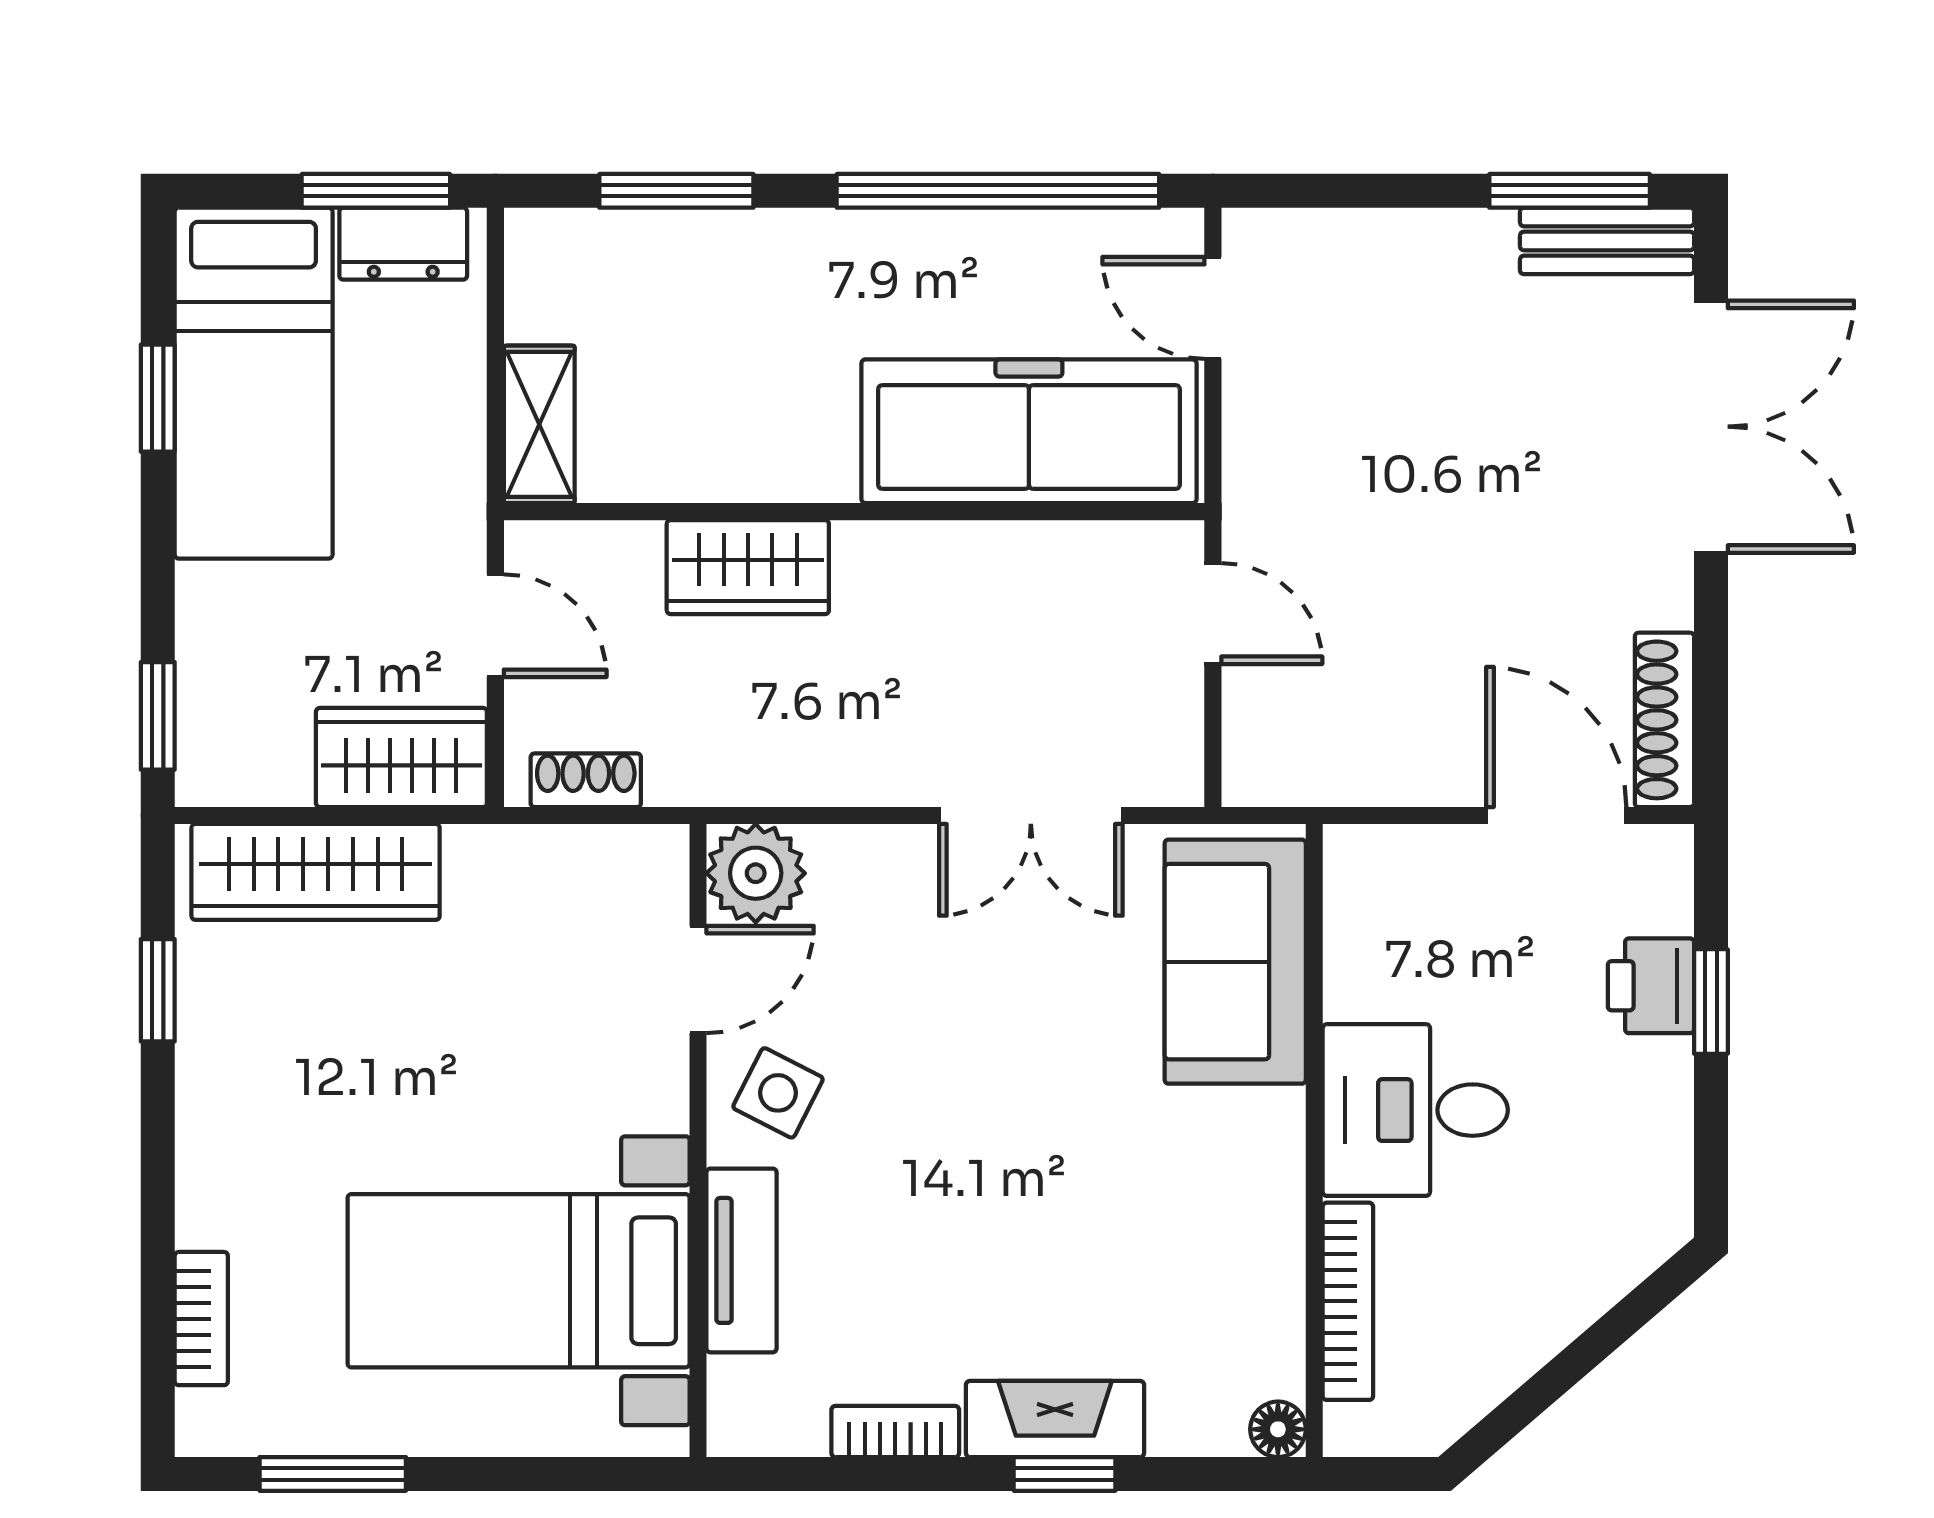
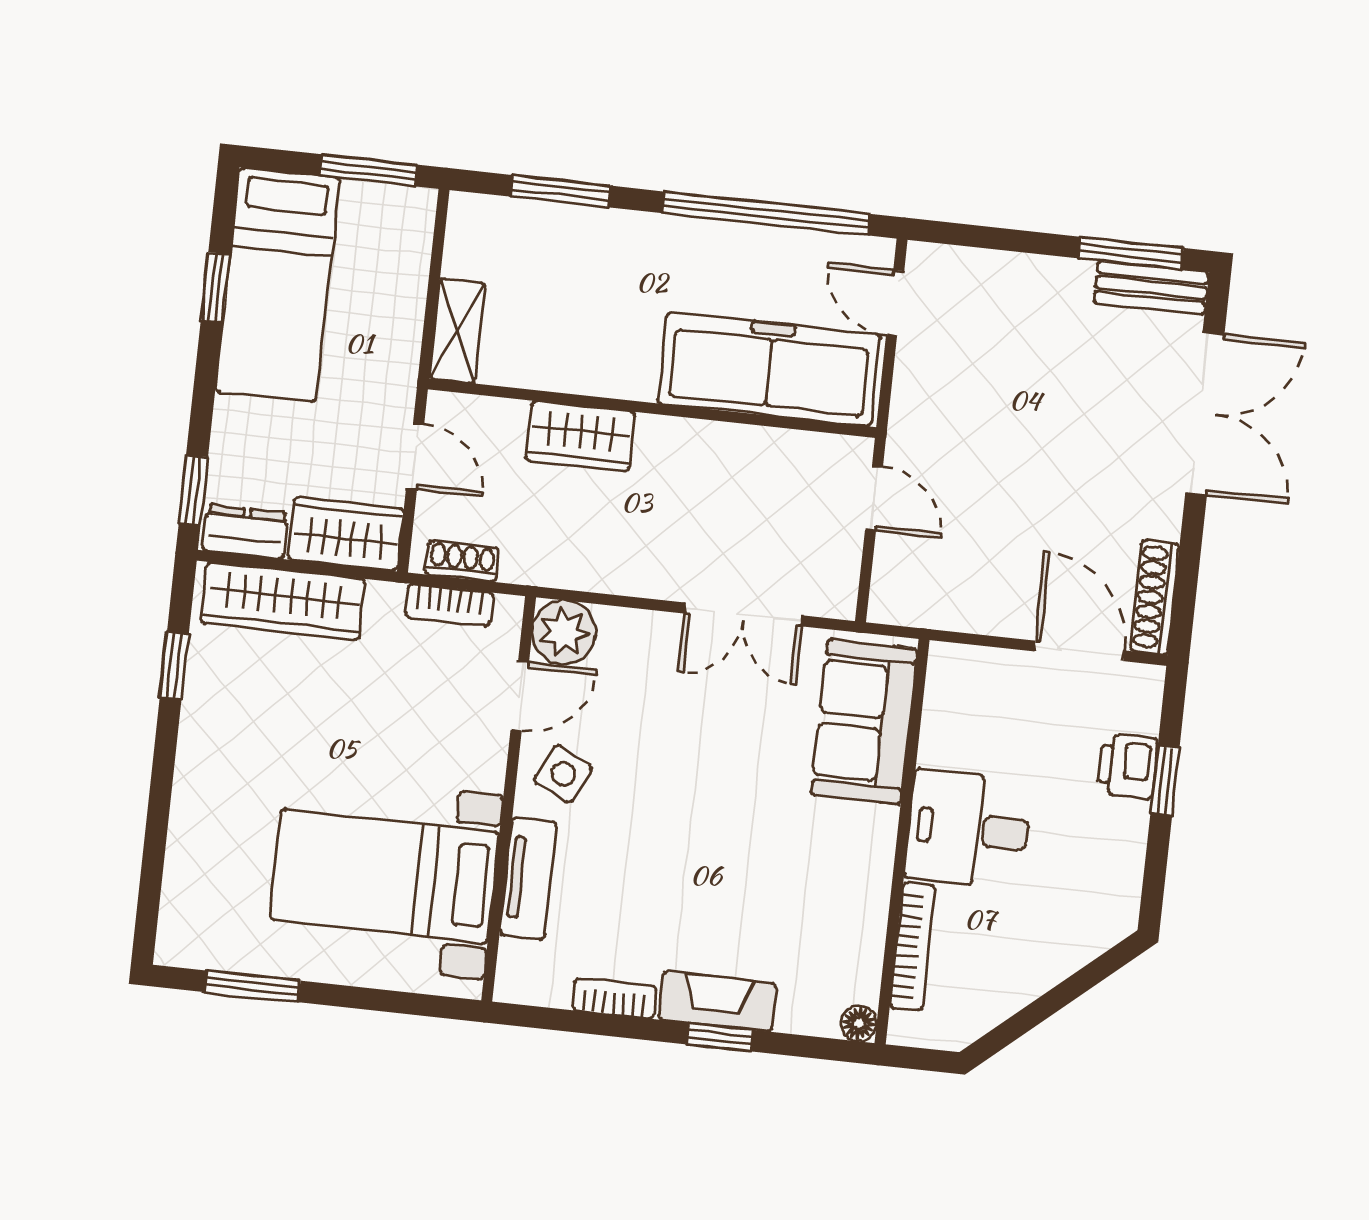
dresser: (403, 244) -> (245, 532), moved, turned 180
bookcase: (201, 1319) -> (449, 605), moved, turned 90

